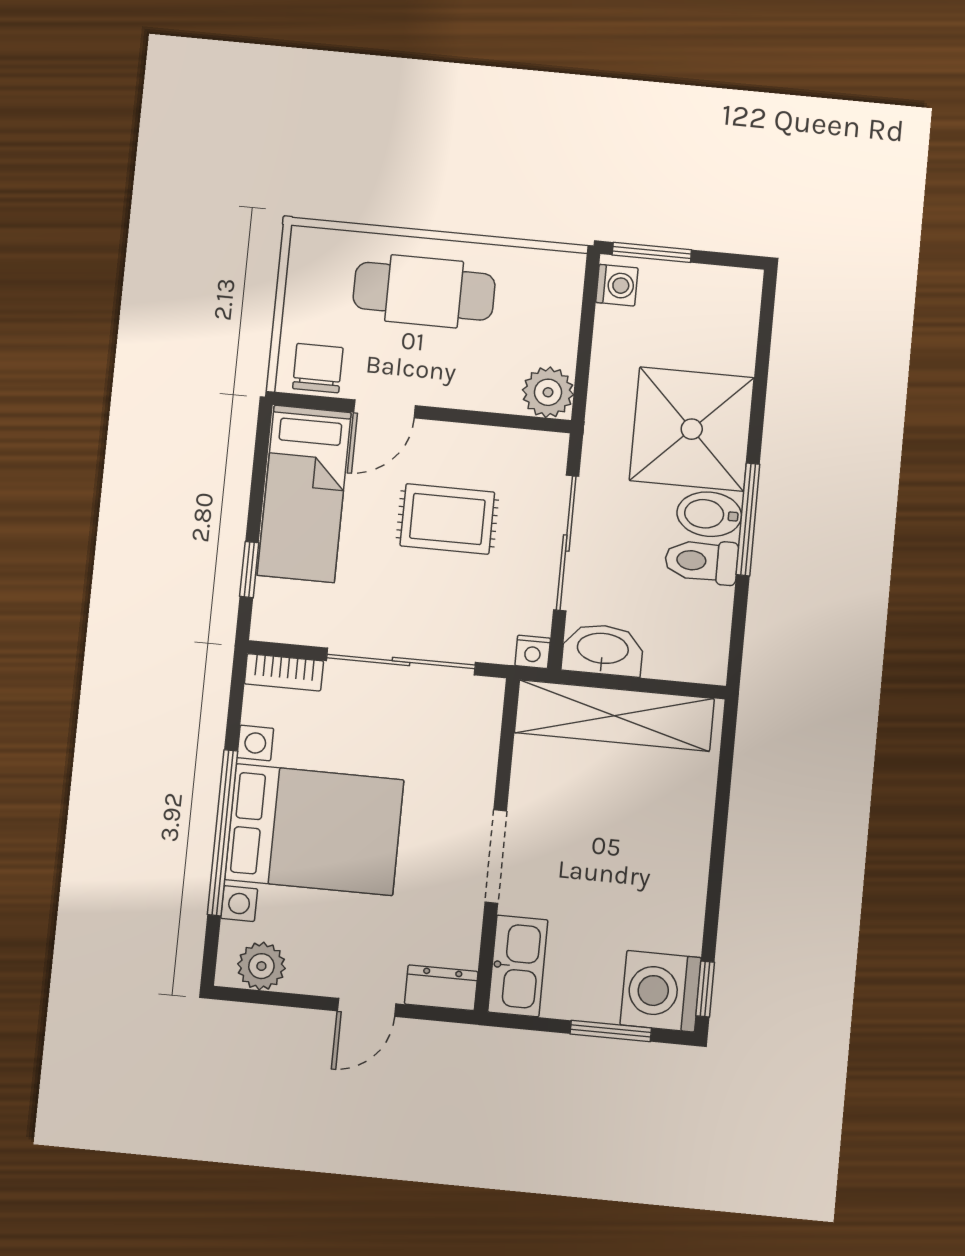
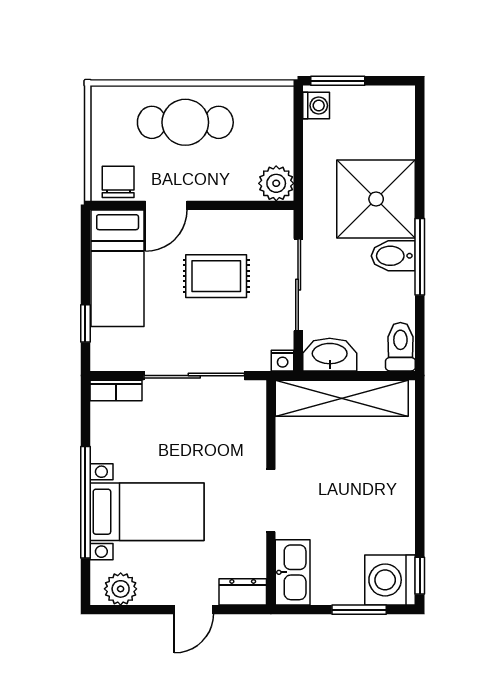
toilet: (701, 561) -> (400, 347), moved, turned 90
bed with nightstands: (314, 830) -> (147, 512), width x0.73

